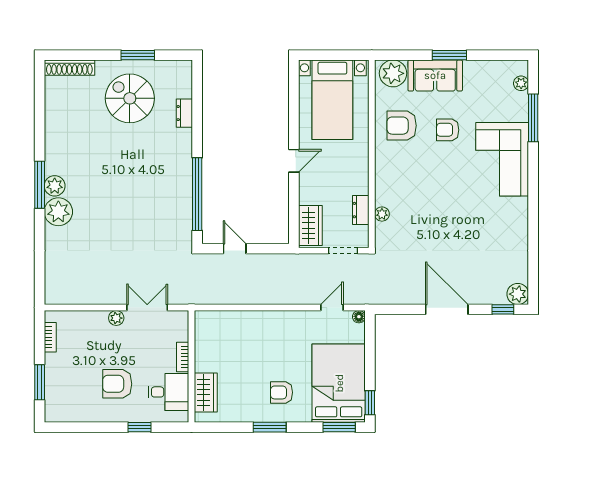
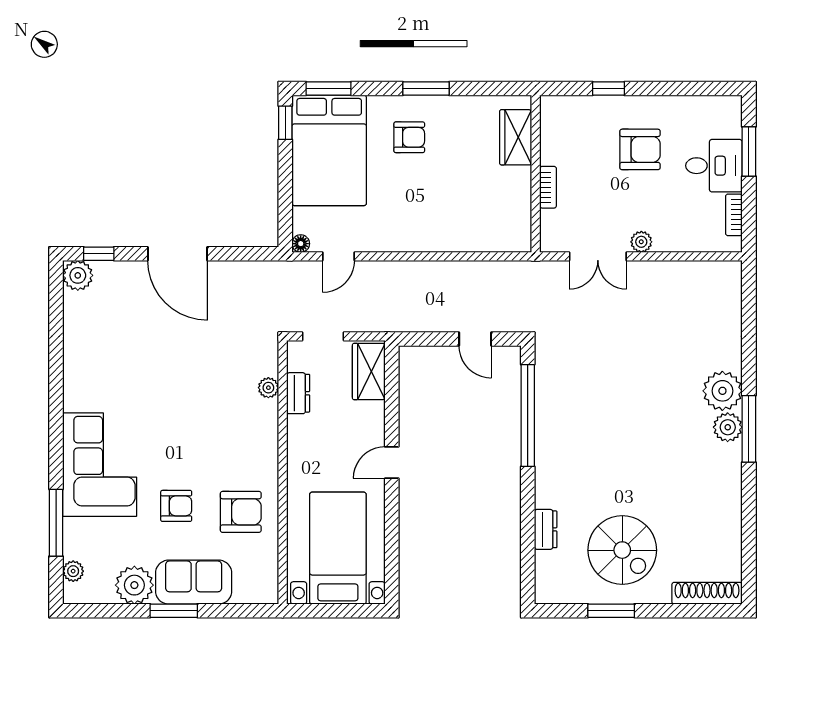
plant: (393, 73) -> (134, 585), moved
desk: (168, 392) -> (714, 166), moved, turned 180

